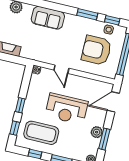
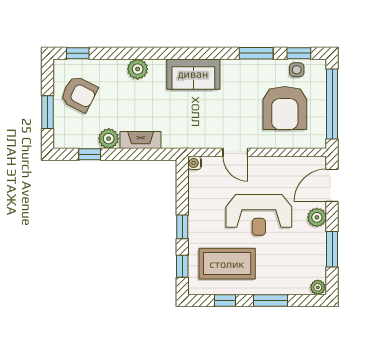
armchair: (96, 50) -> (285, 108), turned -90
plant: (97, 132) -> (317, 217), moved

